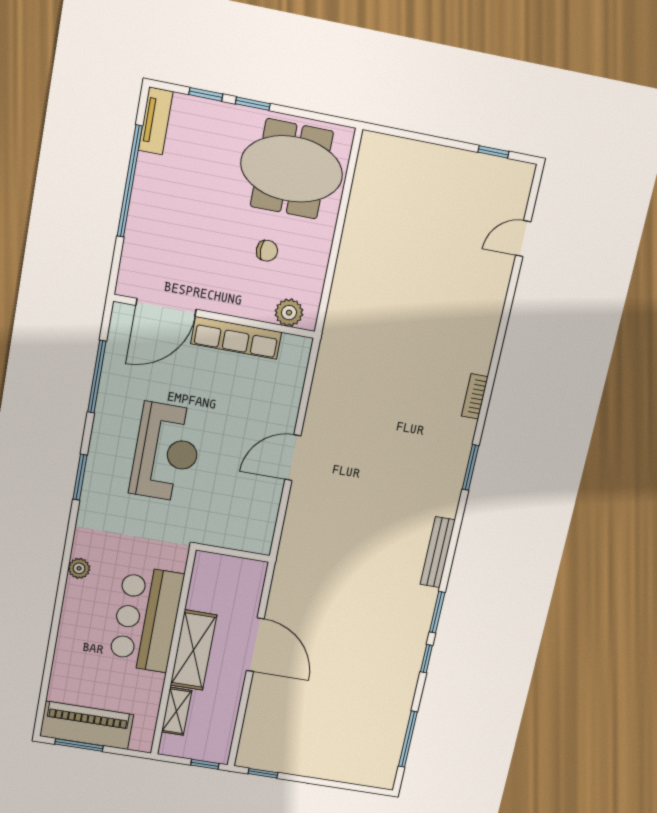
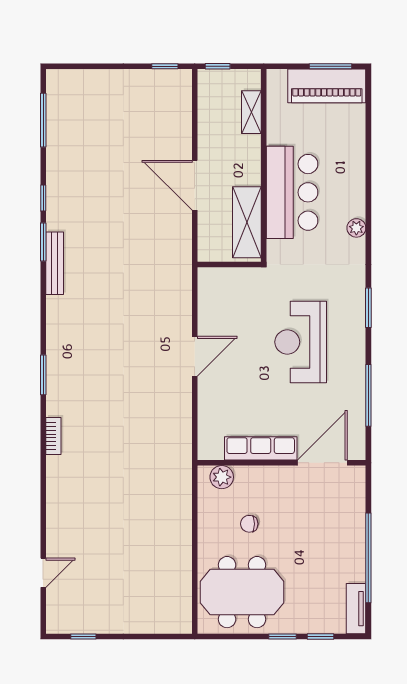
bench: (438, 552) -> (55, 263), moved
shelving: (193, 650) -> (247, 222), moved

